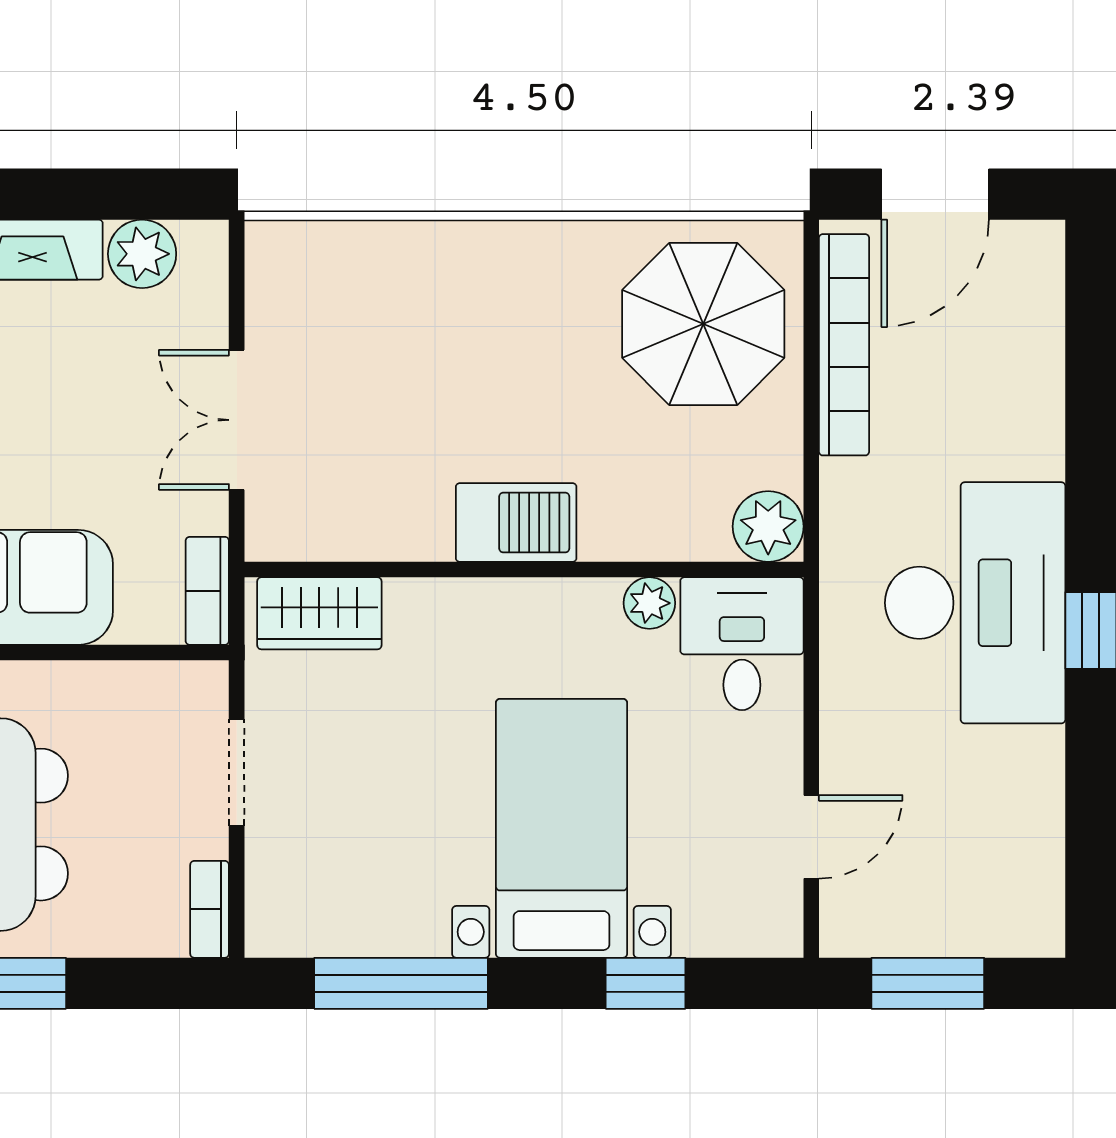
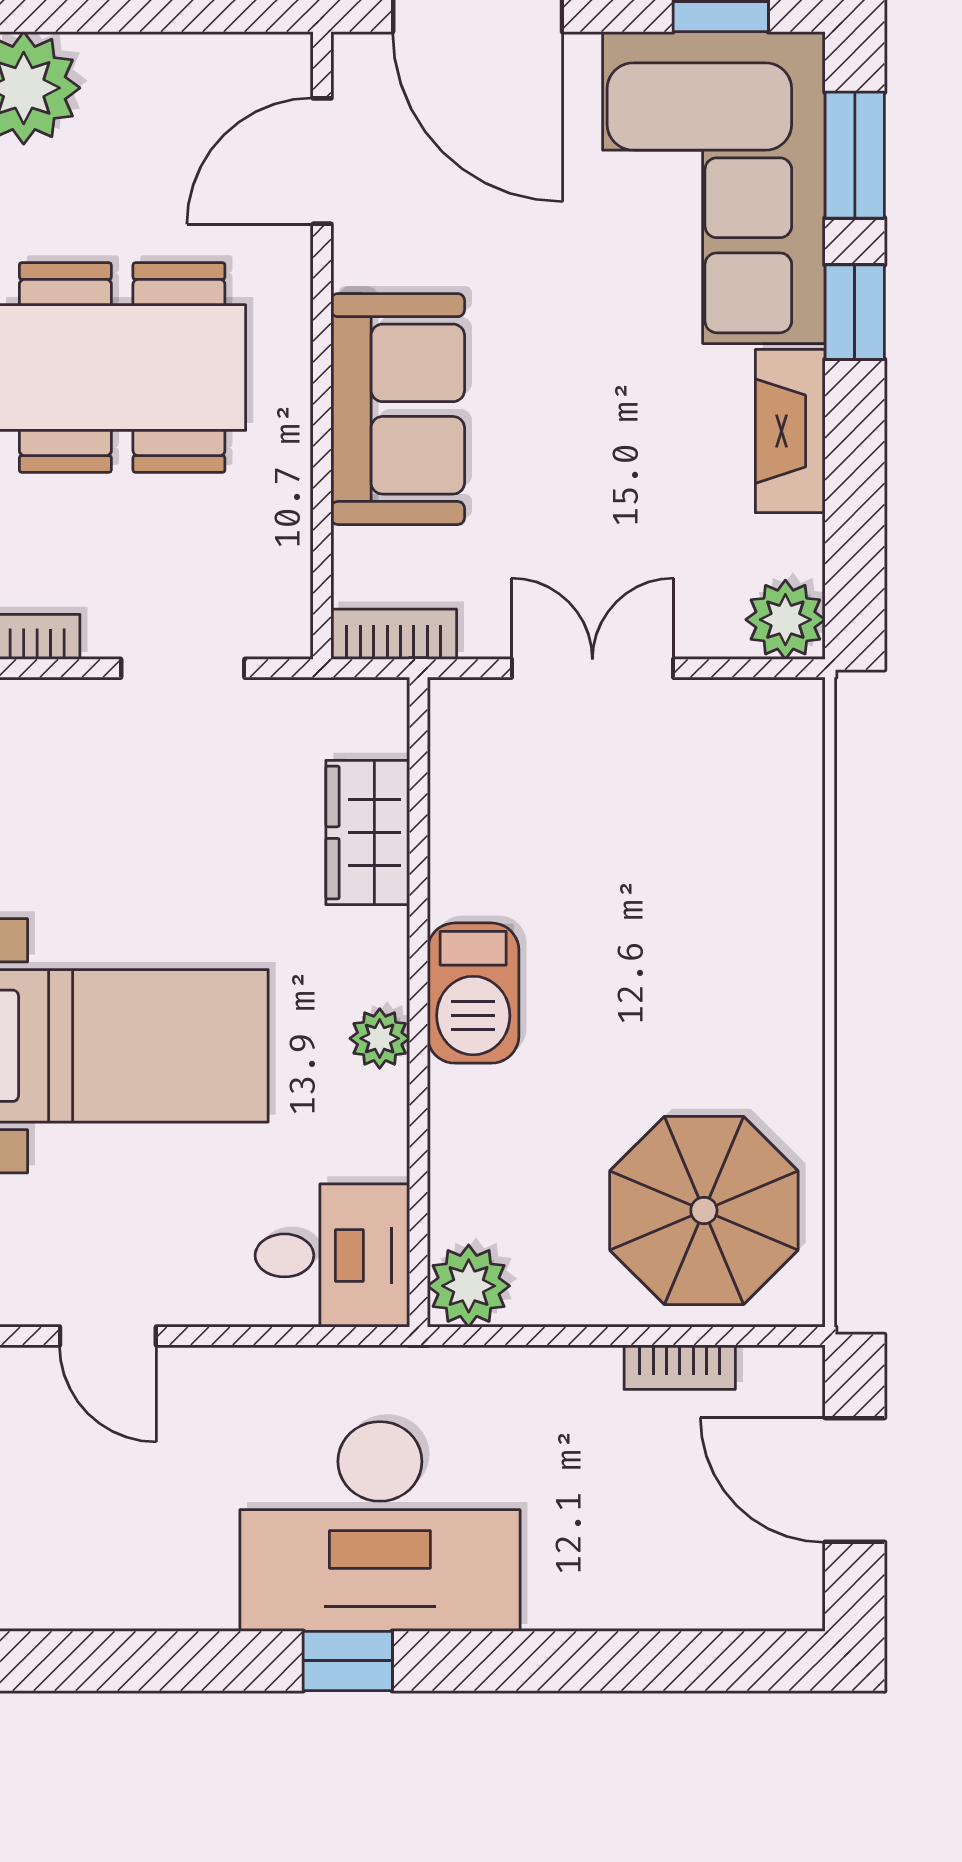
plant: (142, 254) -> (785, 620), moved
bookcase: (844, 345) -> (680, 1367), width x0.43, depth x0.76
plant: (649, 603) -> (380, 1038), moved
wardrobe: (319, 613) -> (368, 833), moved

